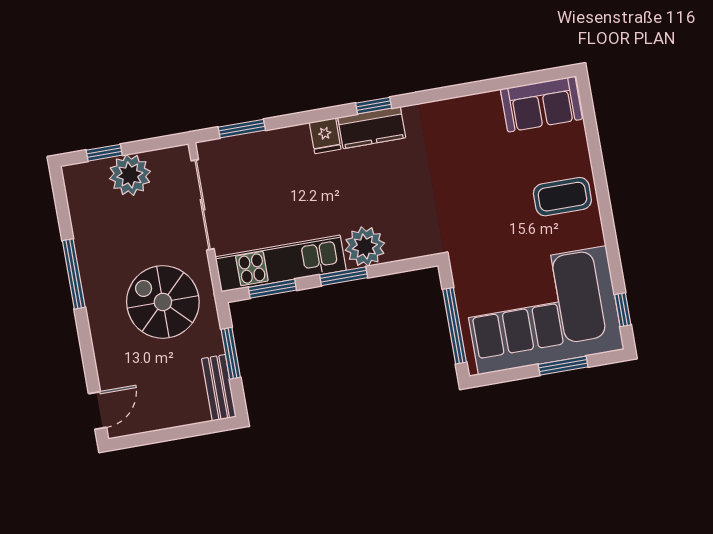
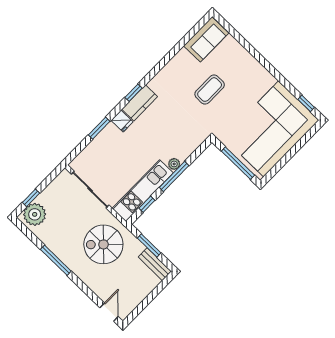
window: (242, 129) -> (99, 128), moved
plant: (130, 175) -> (35, 214), moved
coffee table: (562, 197) -> (210, 90), moved
plant: (365, 247) -> (174, 164), width x0.53, depth x0.53
window: (344, 276) -> (174, 176), width x1.44
window: (272, 289) -> (147, 204), width x0.67
window: (563, 366) -> (298, 146), removed

